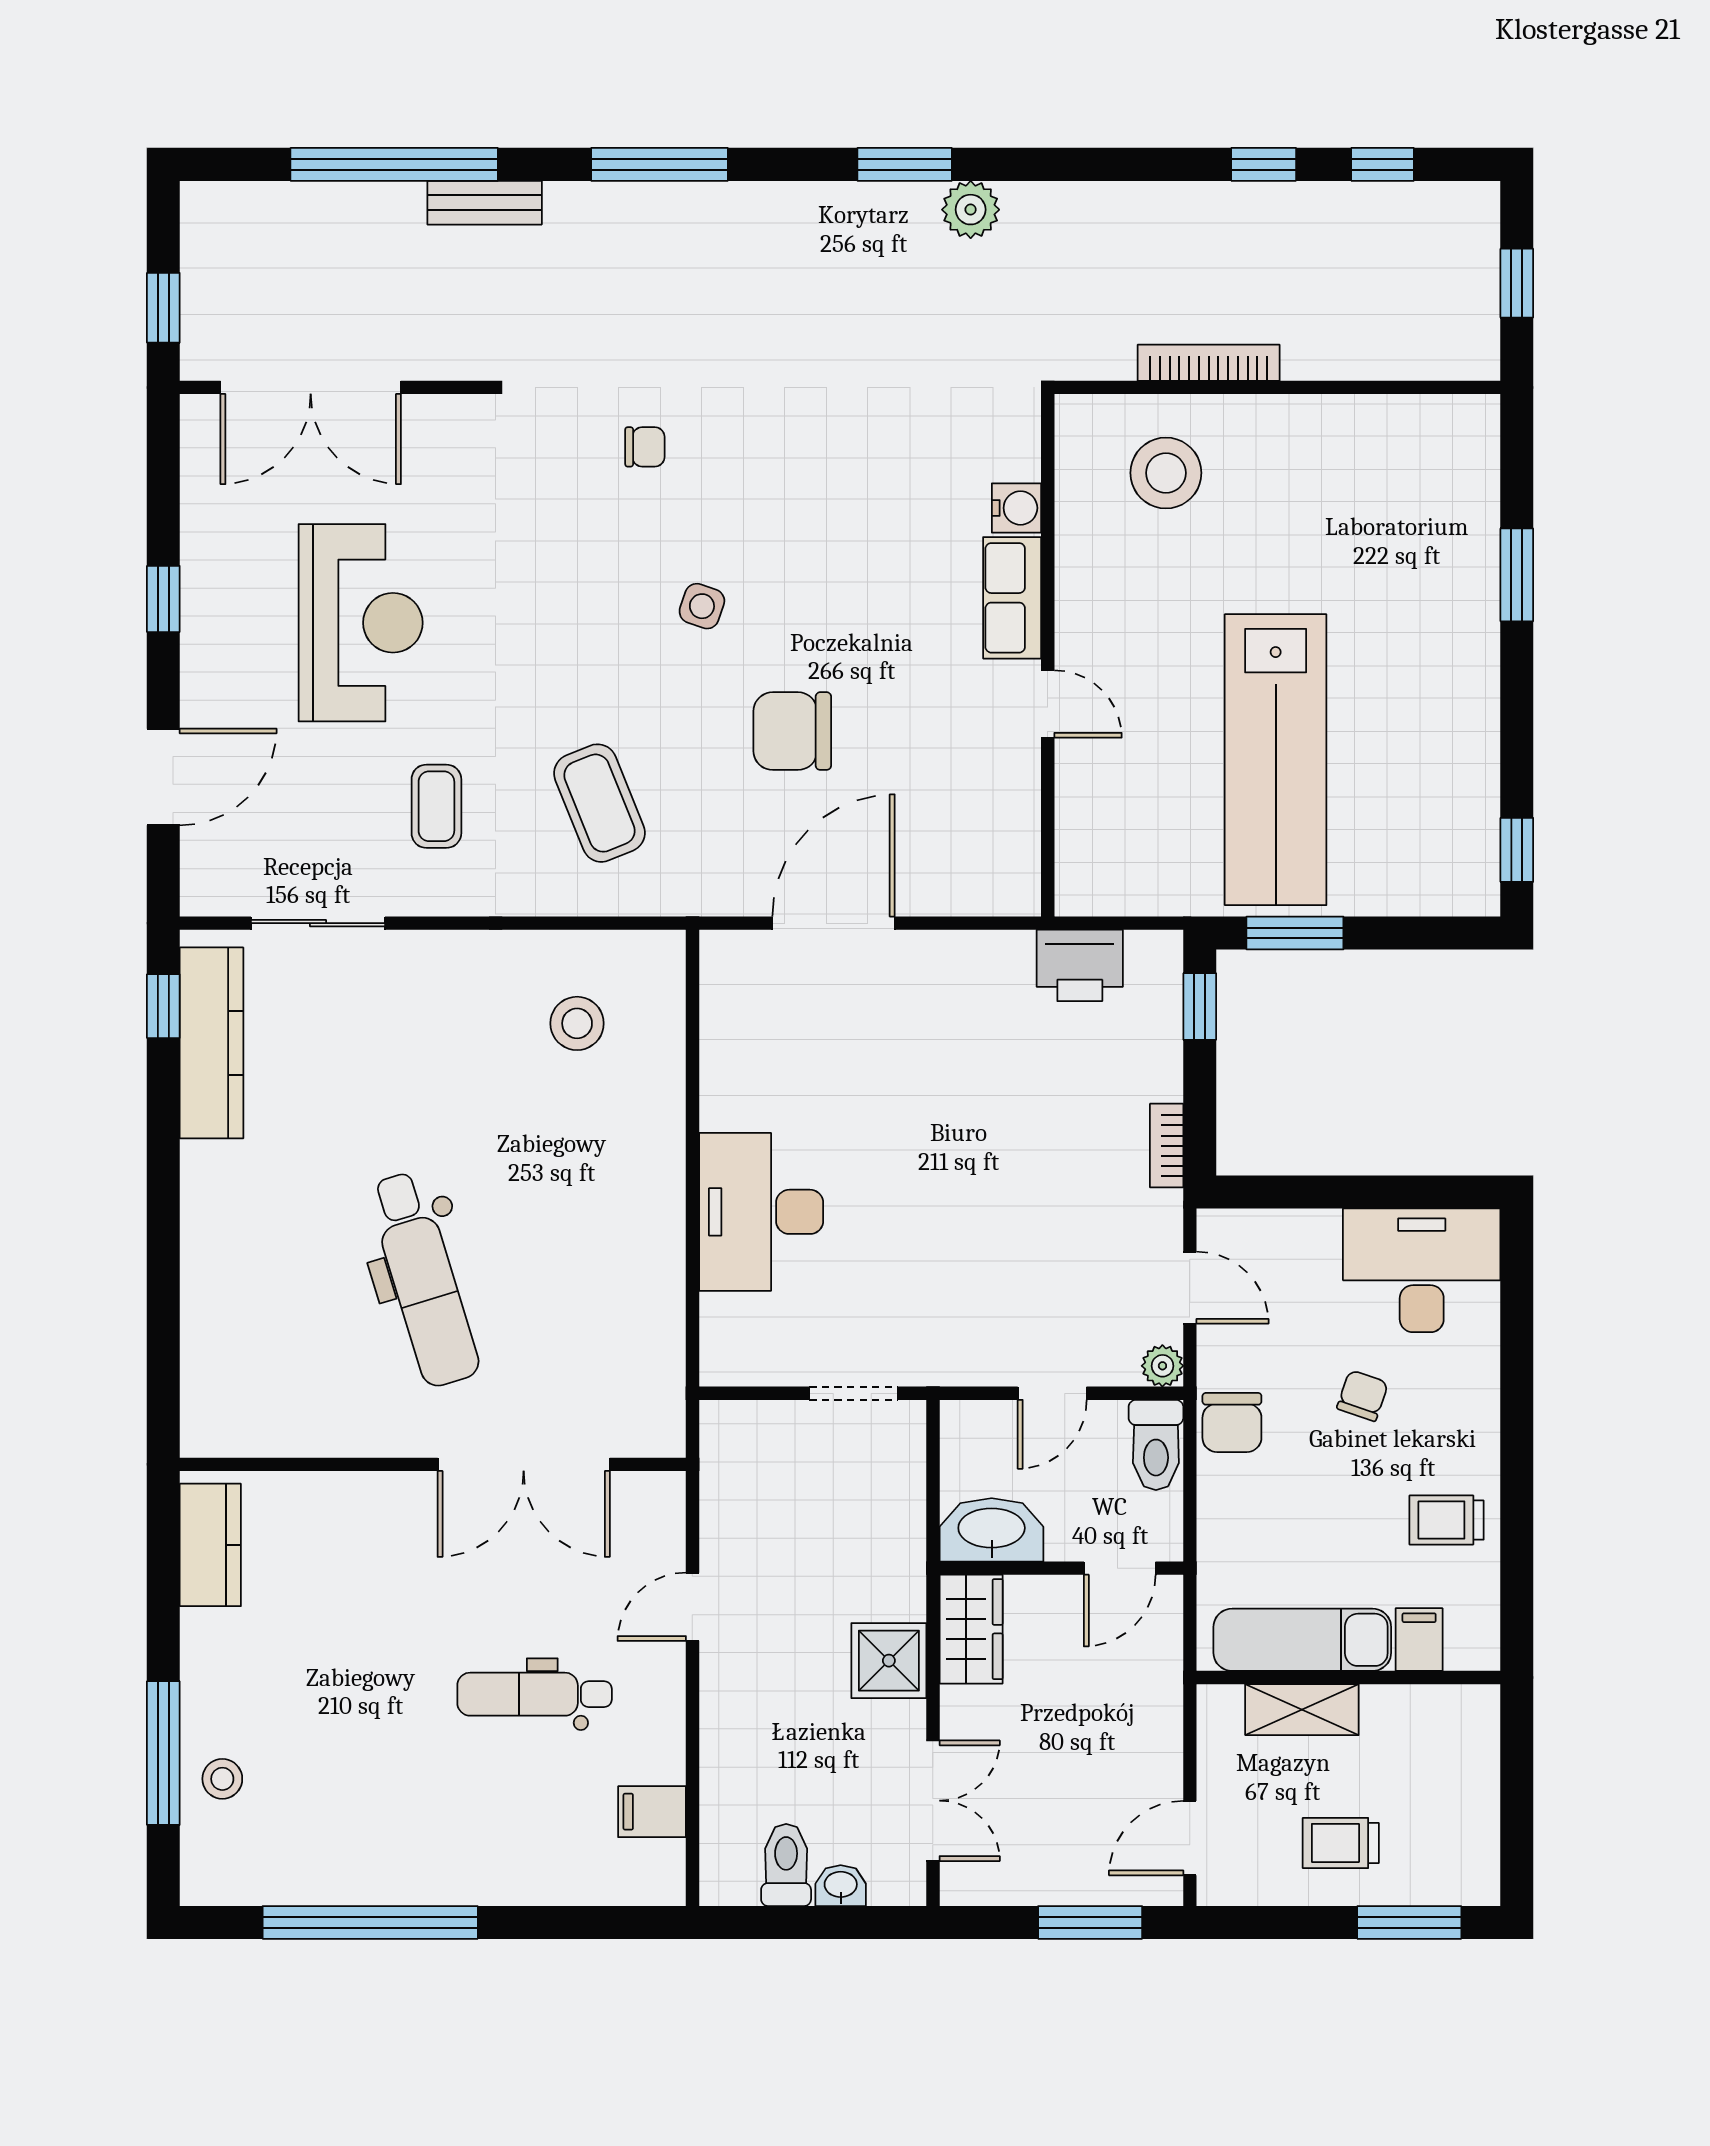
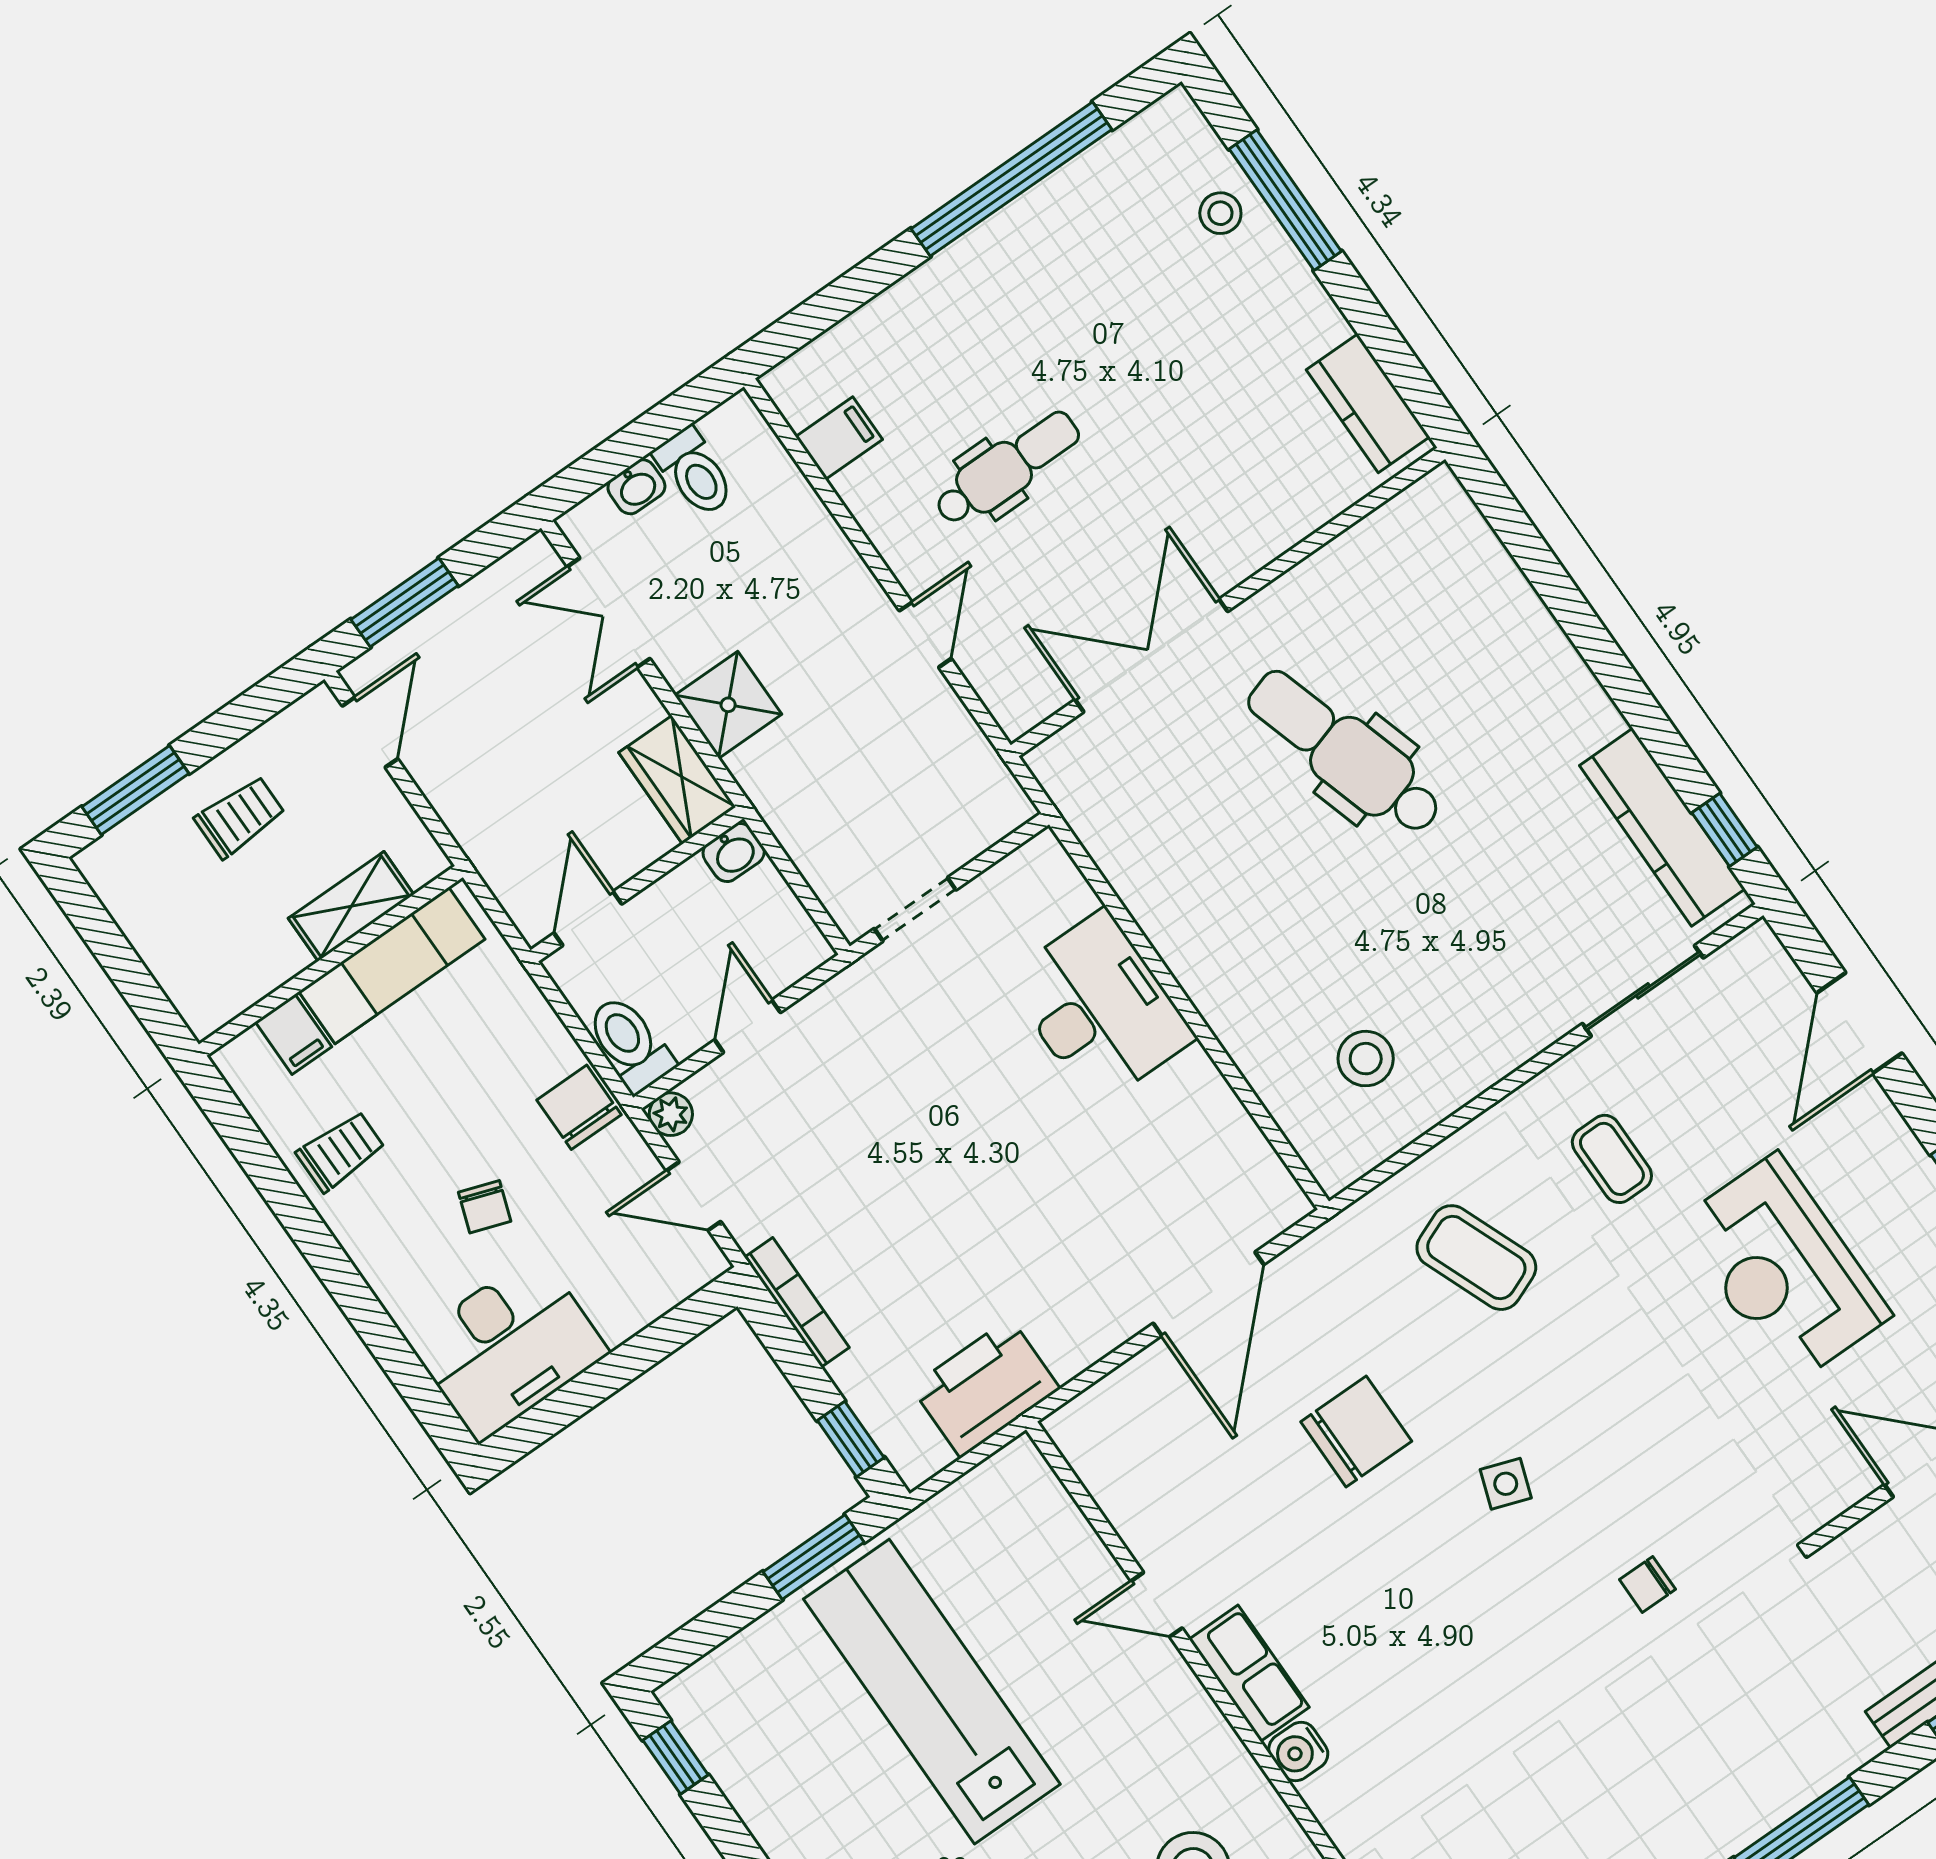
printer: (1080, 965) -> (986, 1388), width x1.37, depth x1.19
bookcase: (1167, 1146) -> (797, 1302), width x1.56
washbasin: (992, 1530) -> (734, 852), width x0.52, depth x0.69

